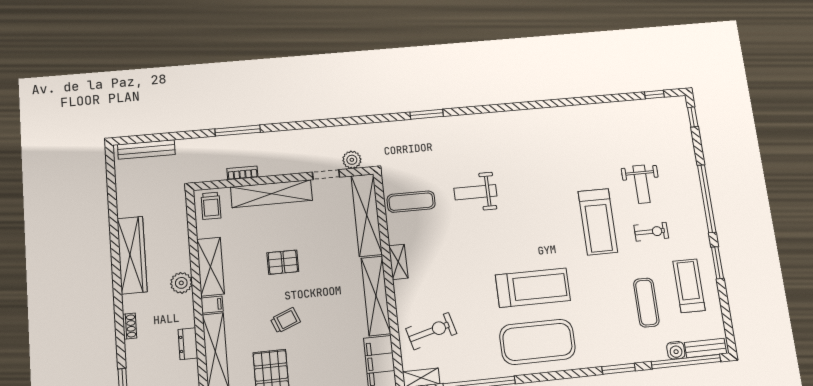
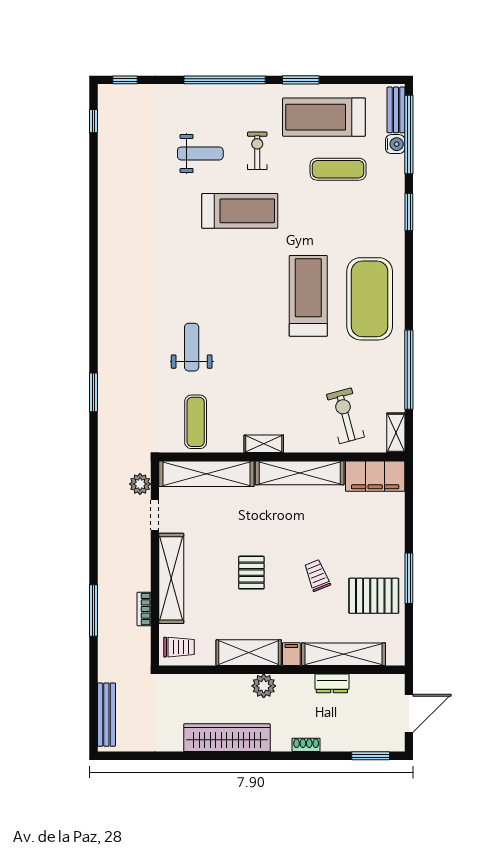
weight bench: (475, 192) -> (192, 347), turned 180
treadmill: (689, 286) -> (324, 117), width x1.37, depth x1.38

